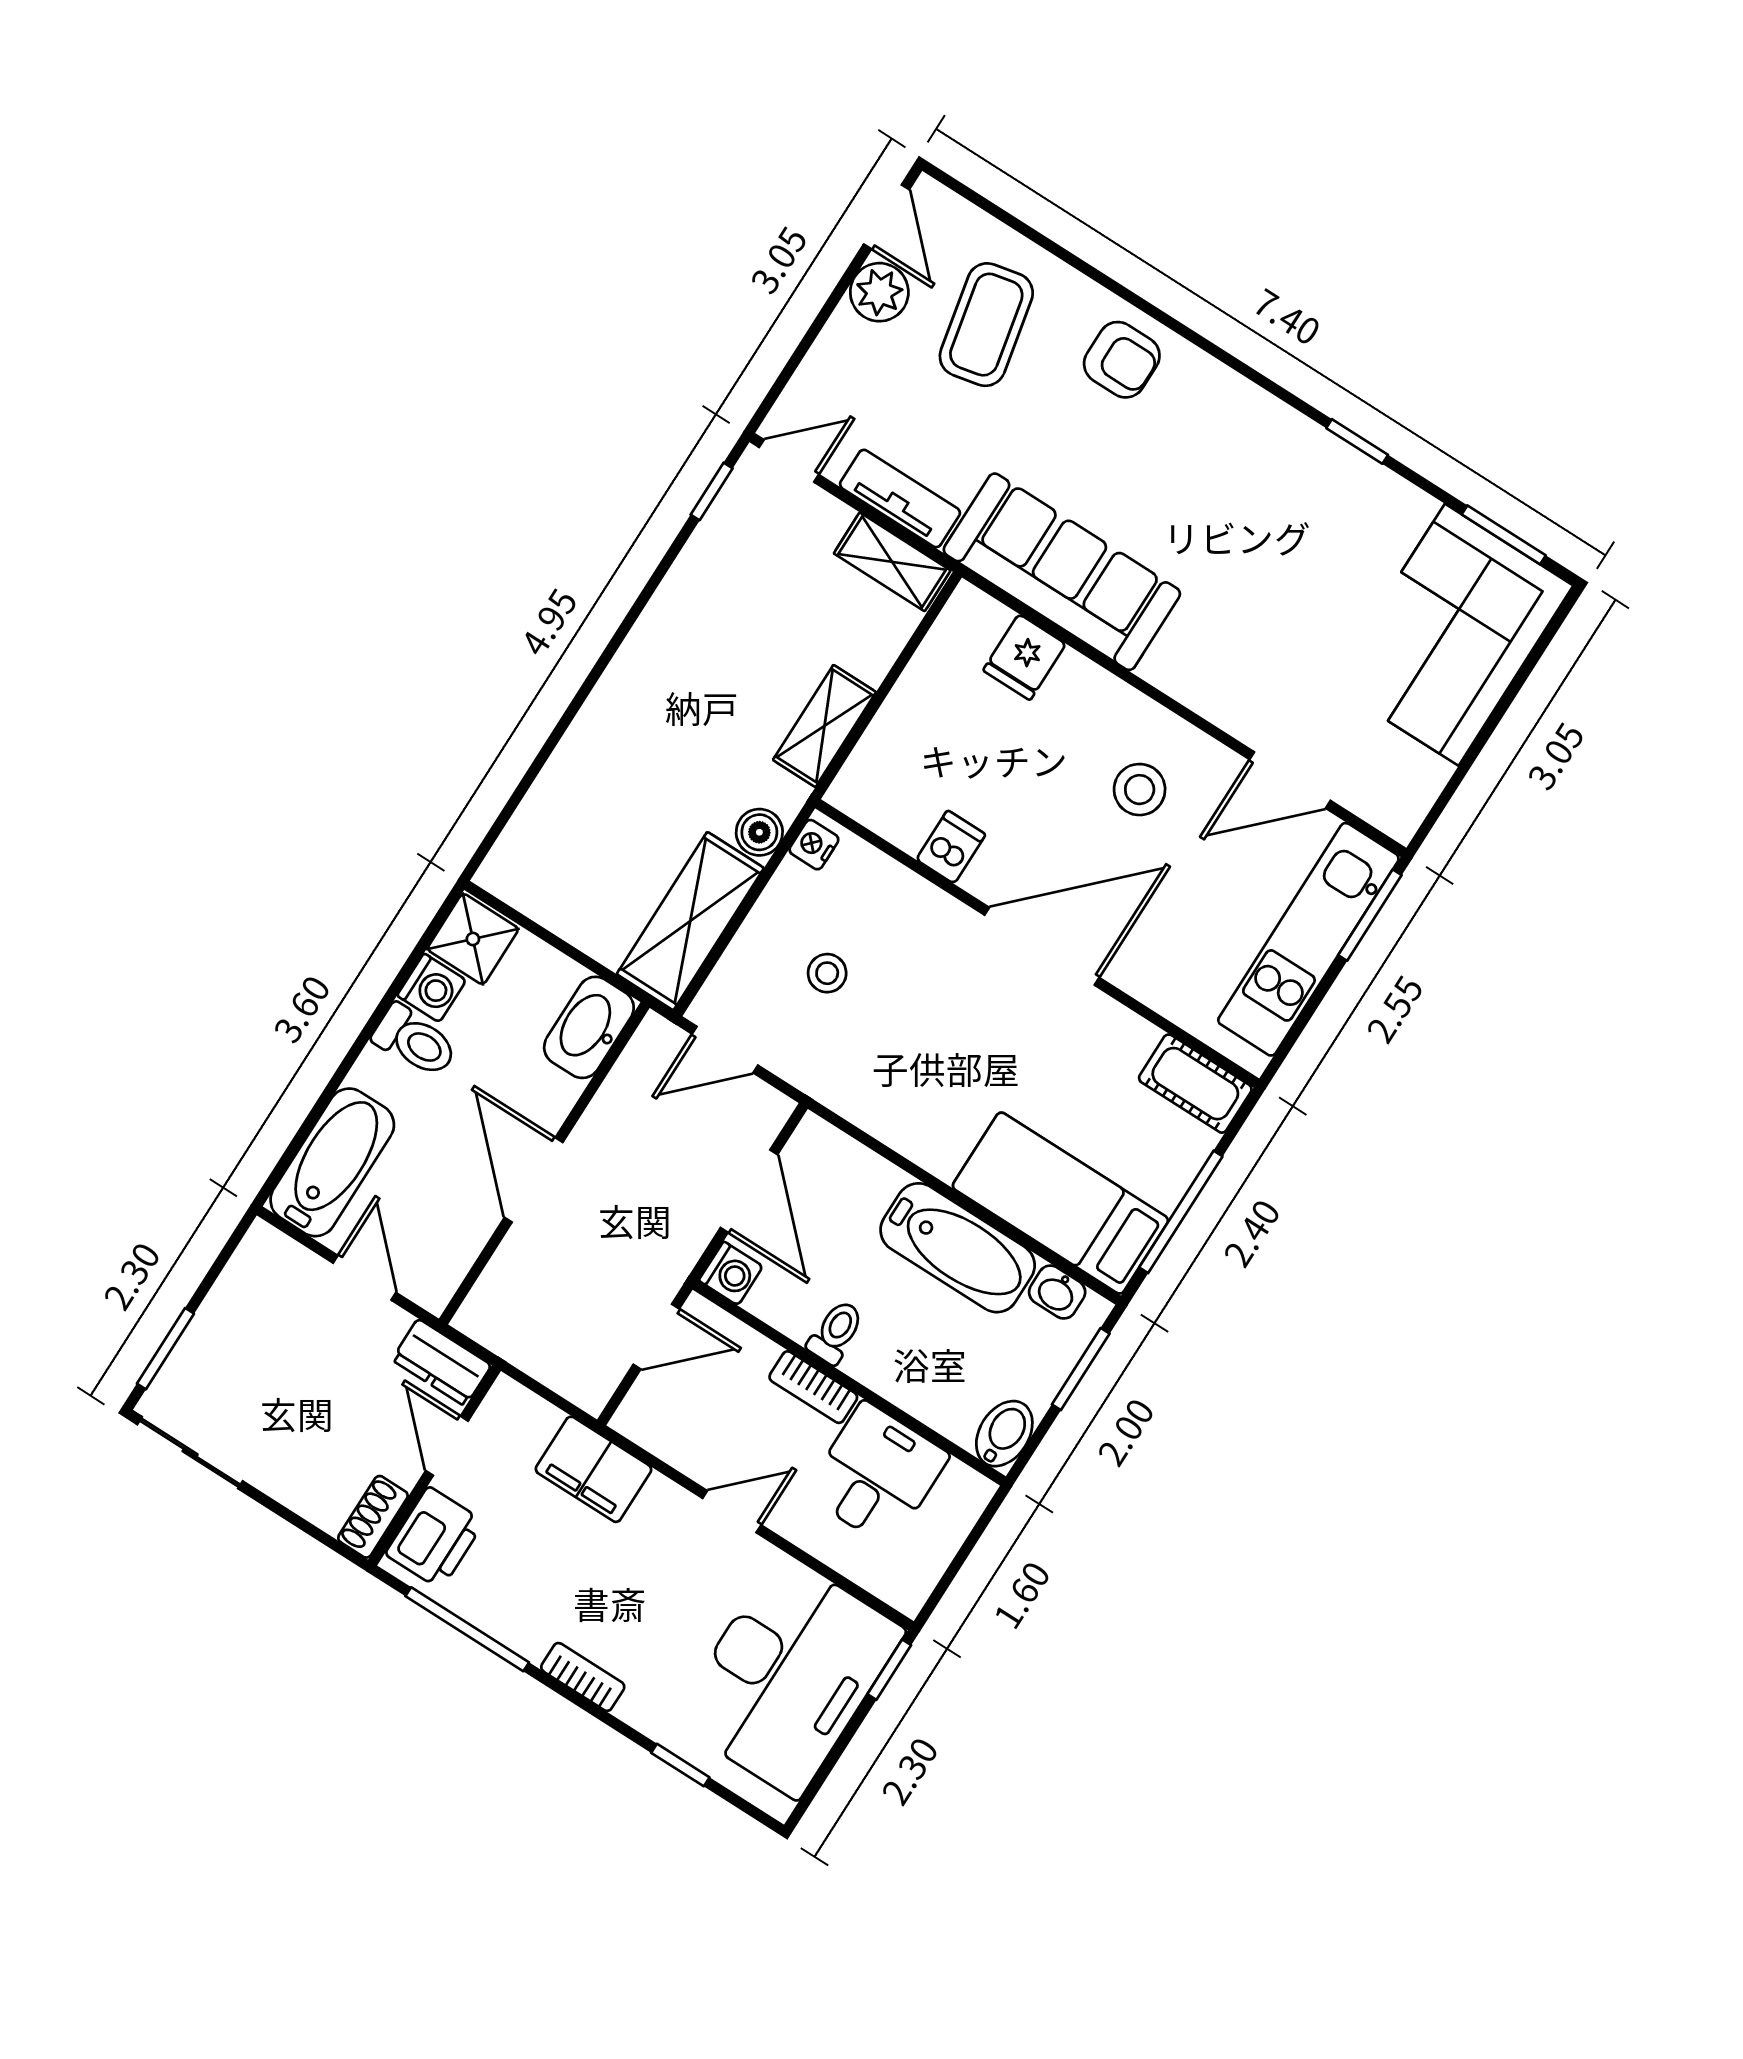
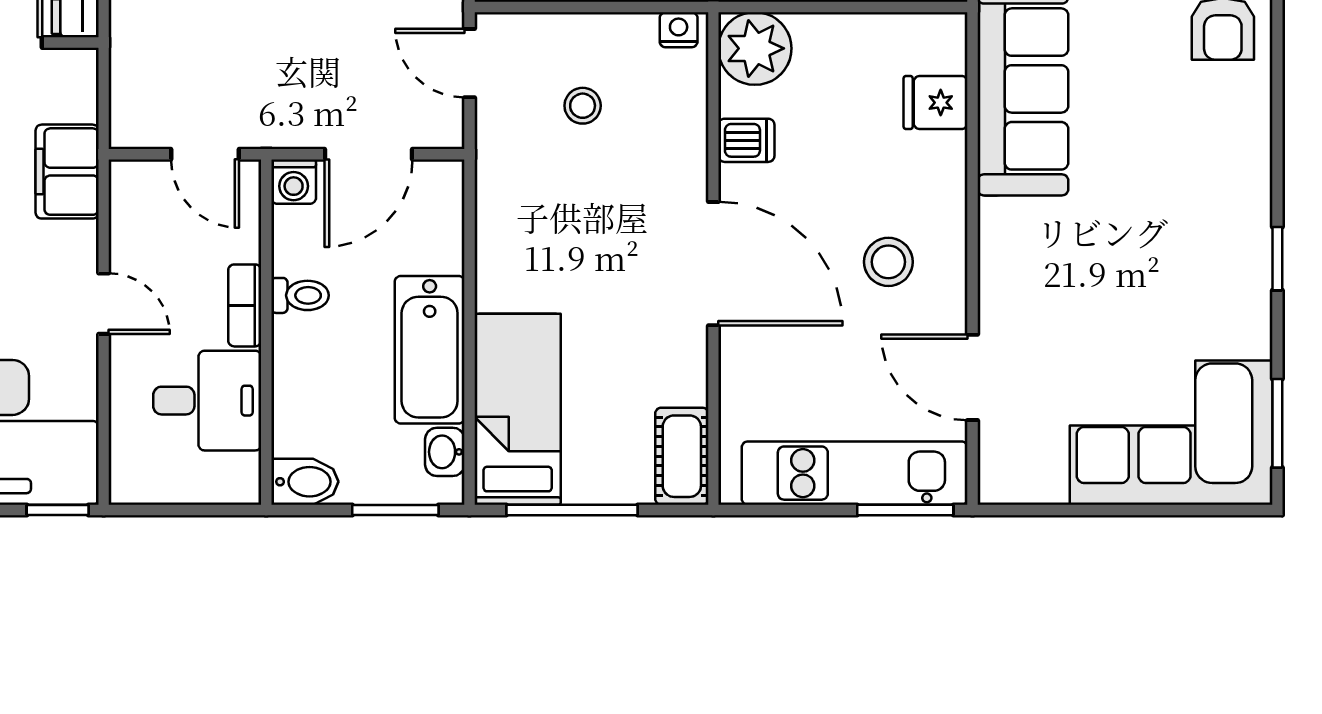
plant: (874, 787) -> (755, 48), added

